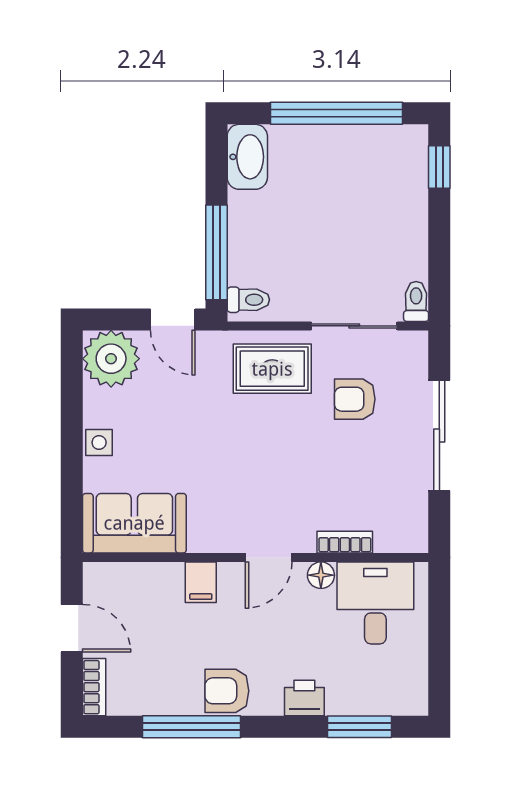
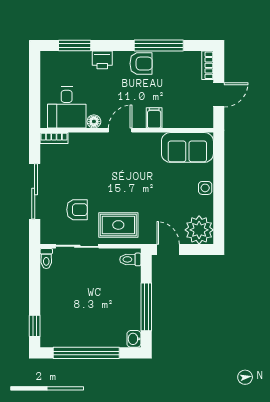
washbasin: (247, 157) -> (134, 339), width x0.52, depth x0.69
window: (217, 252) -> (146, 307), moved
bookcase: (345, 542) -> (54, 138), moved
door: (72, 628) -> (219, 95), swing flipped

